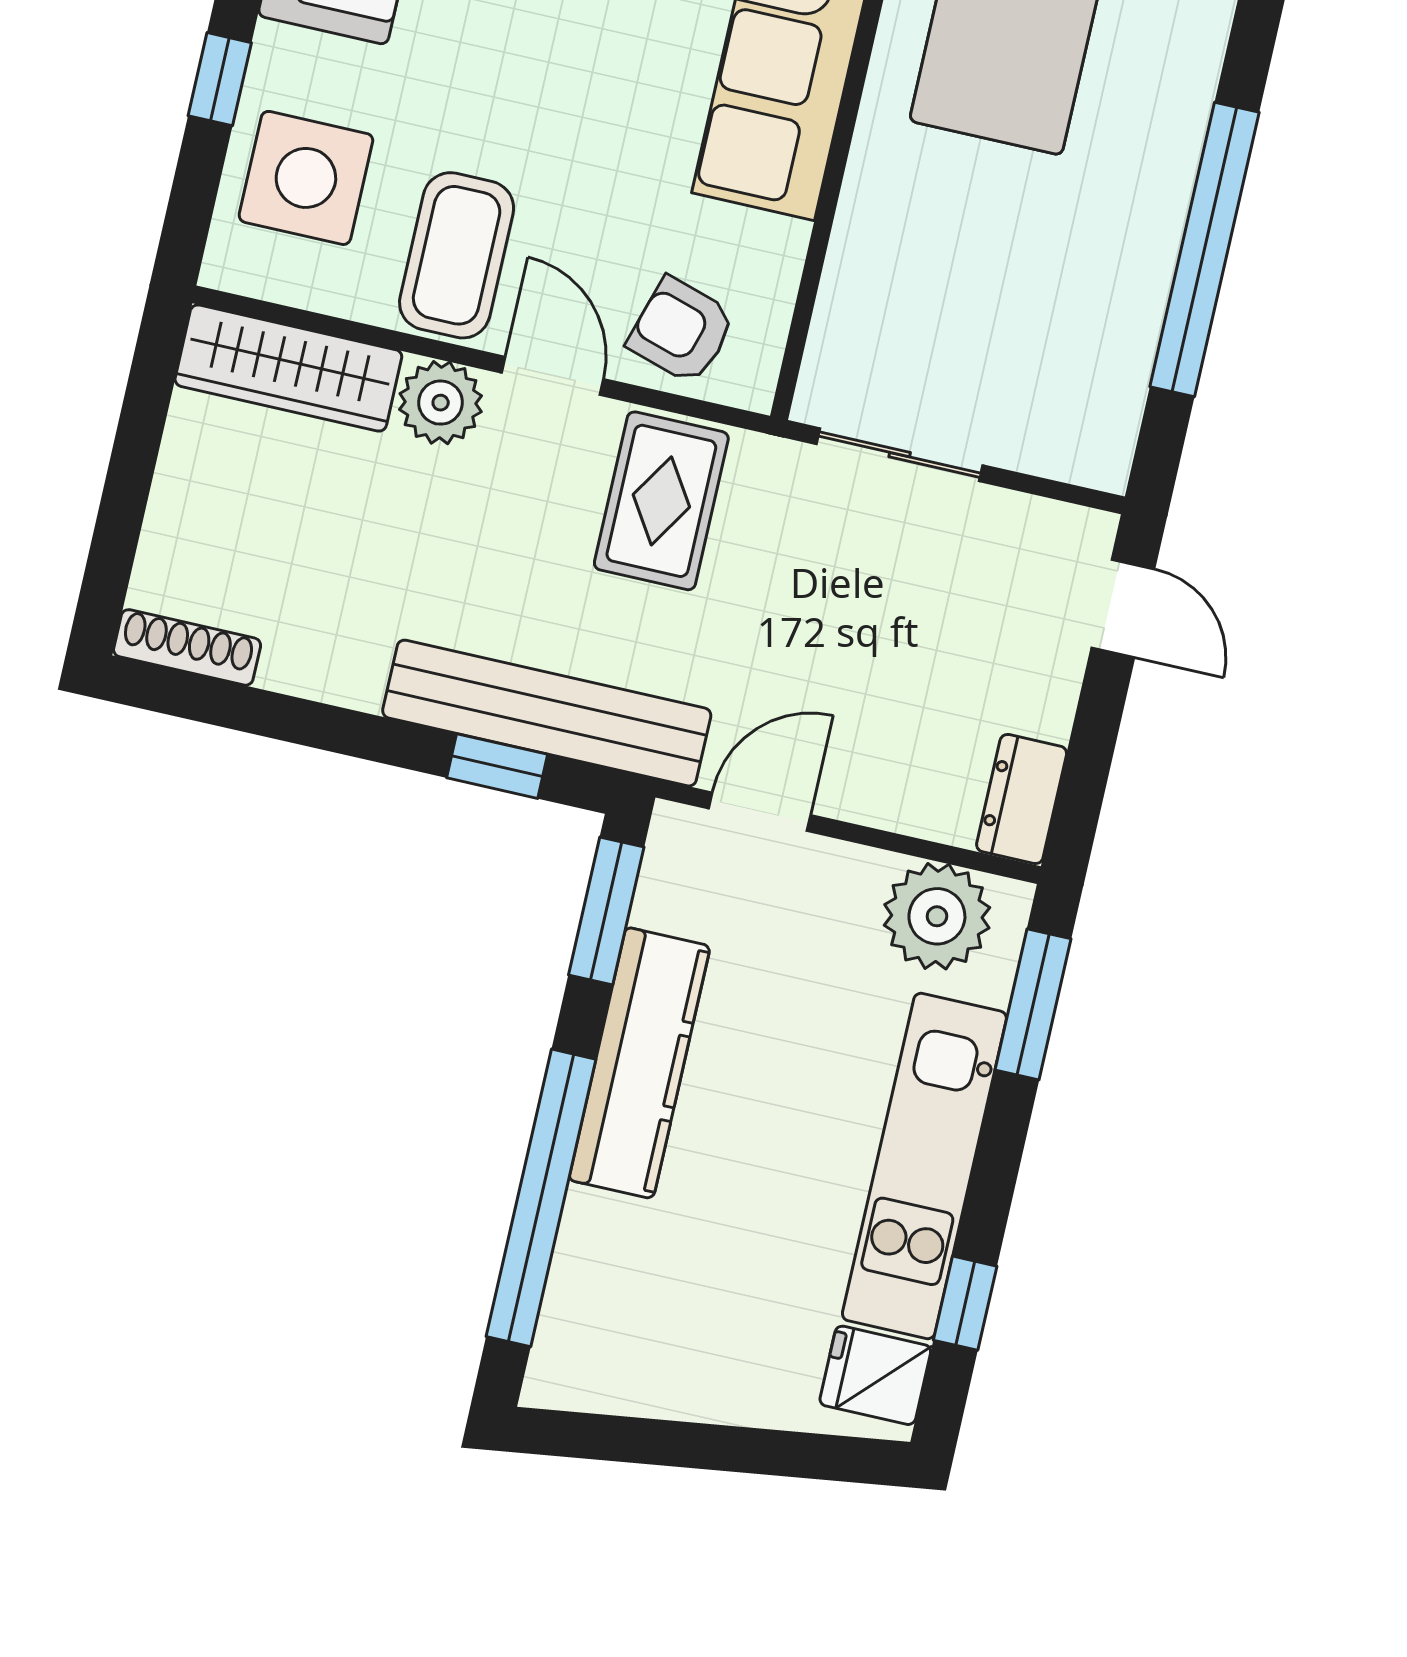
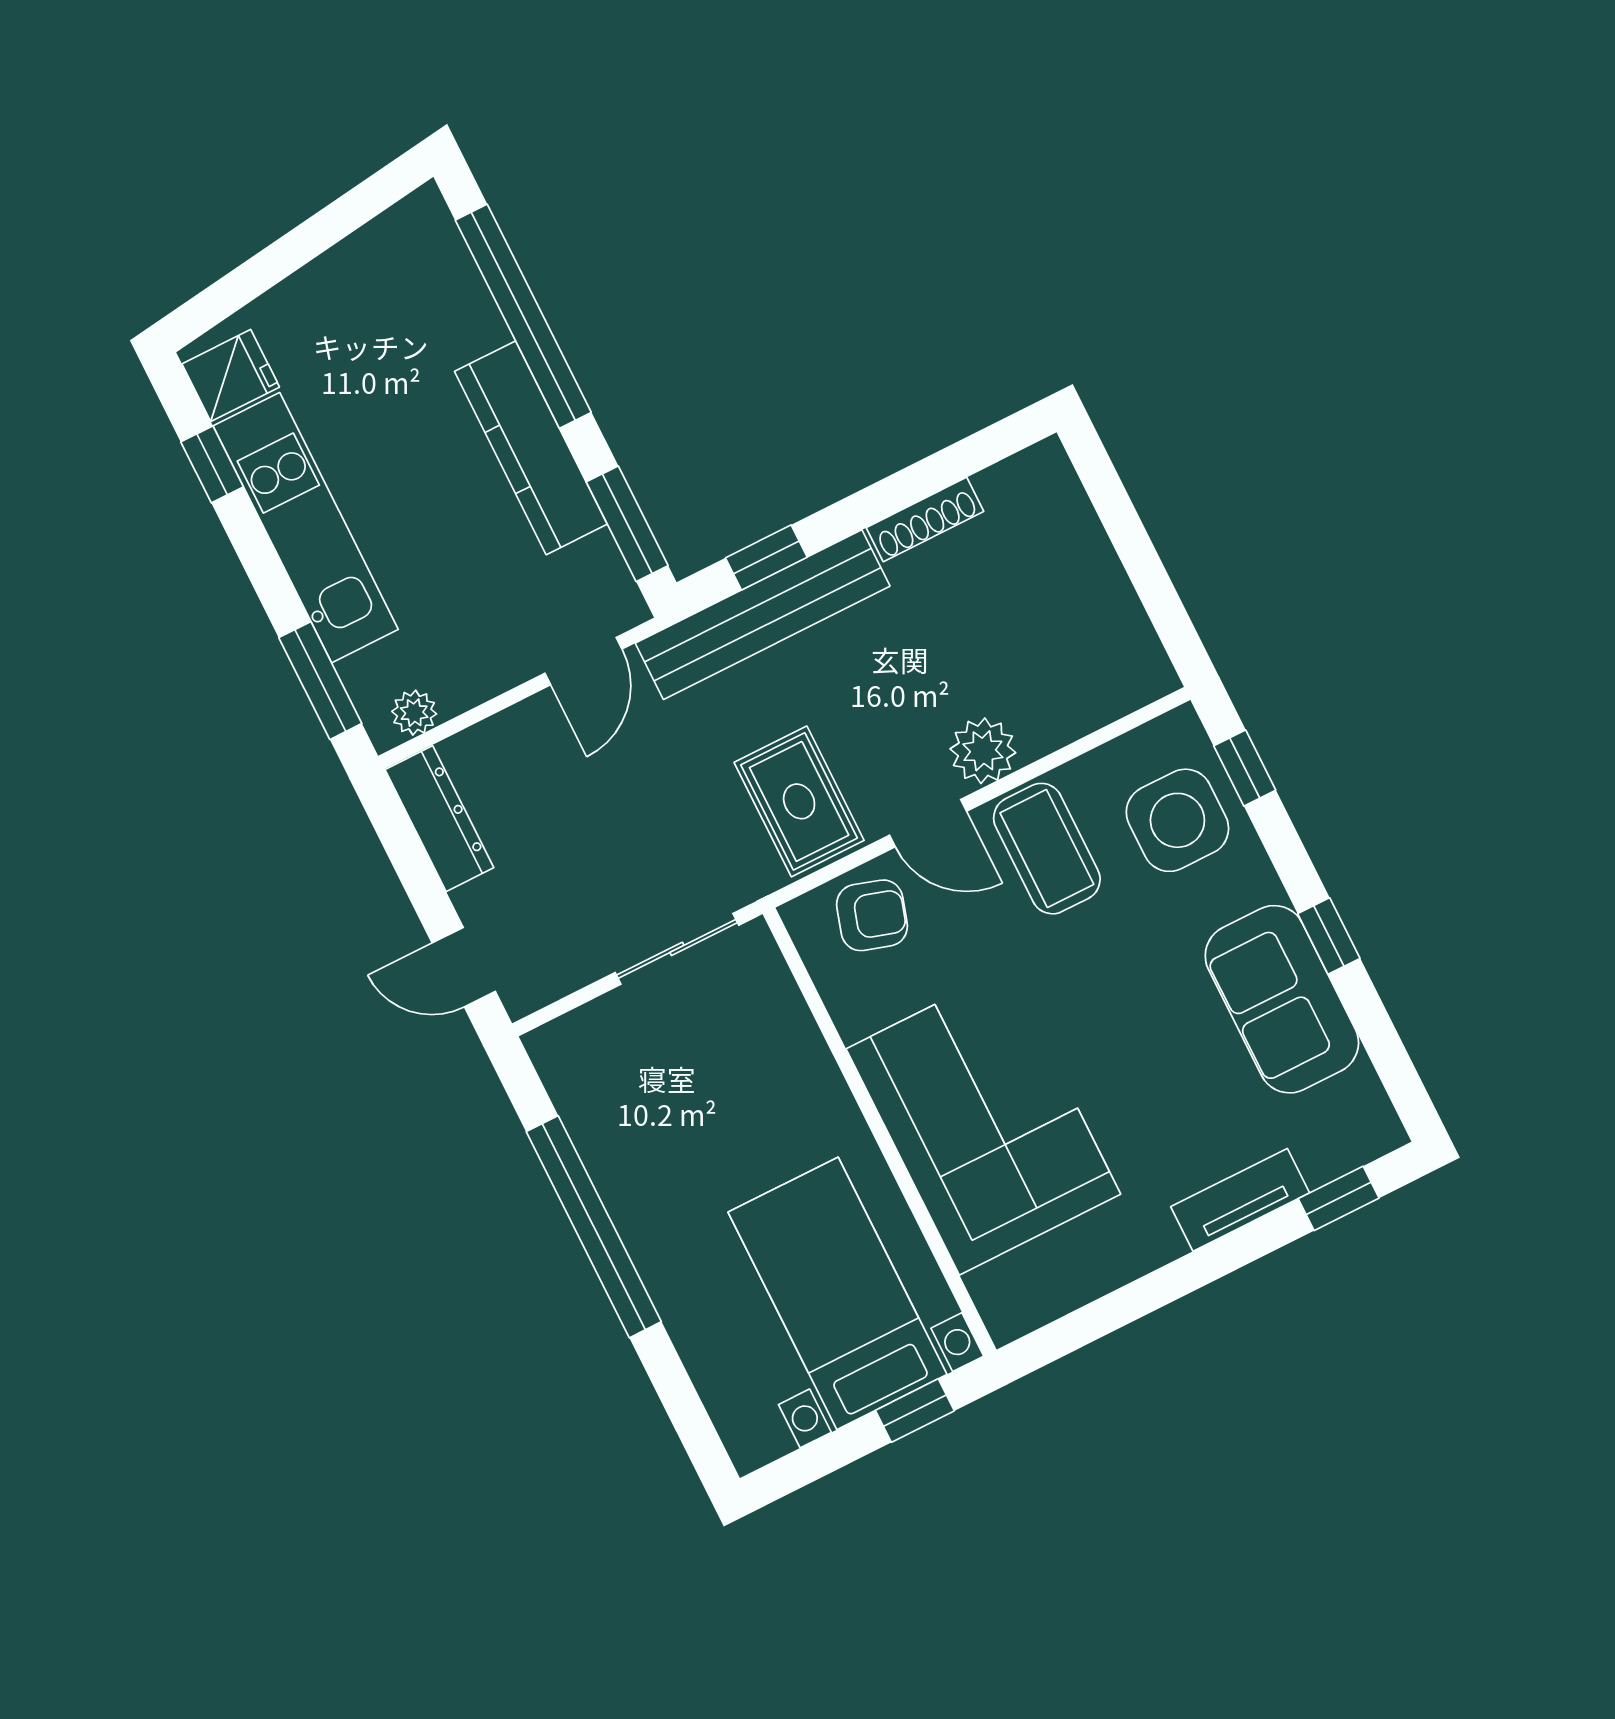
window: (220, 79) -> (1245, 768), moved
wardrobe: (288, 368) -> (1093, 696), removed
shoe rack: (187, 647) -> (925, 520), moved
dresser: (1022, 799) -> (439, 819), width x1.44
plant: (937, 916) -> (414, 713), width x0.53, depth x0.53

